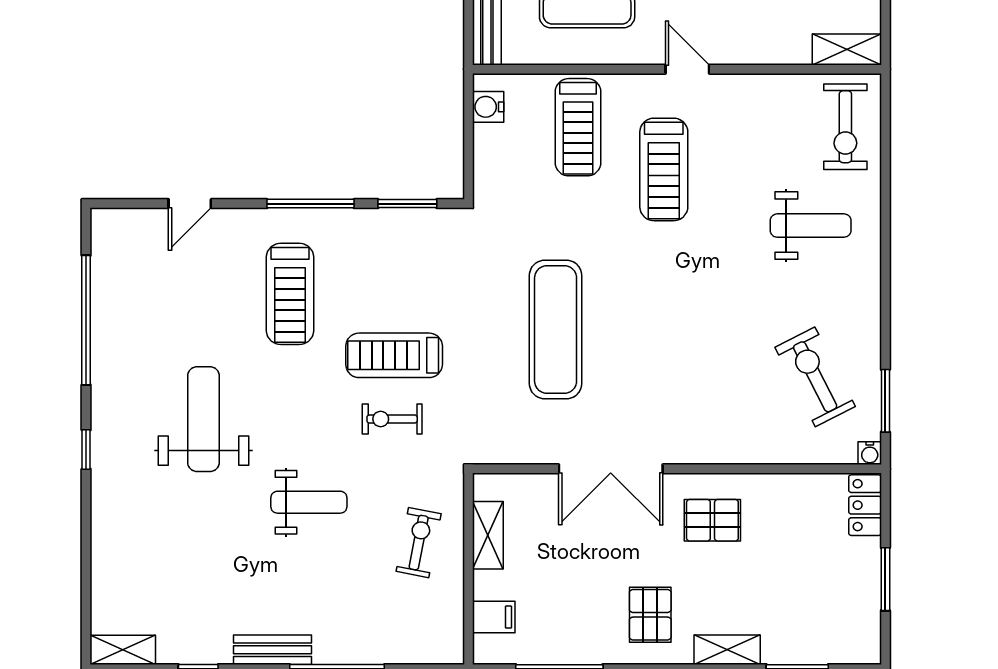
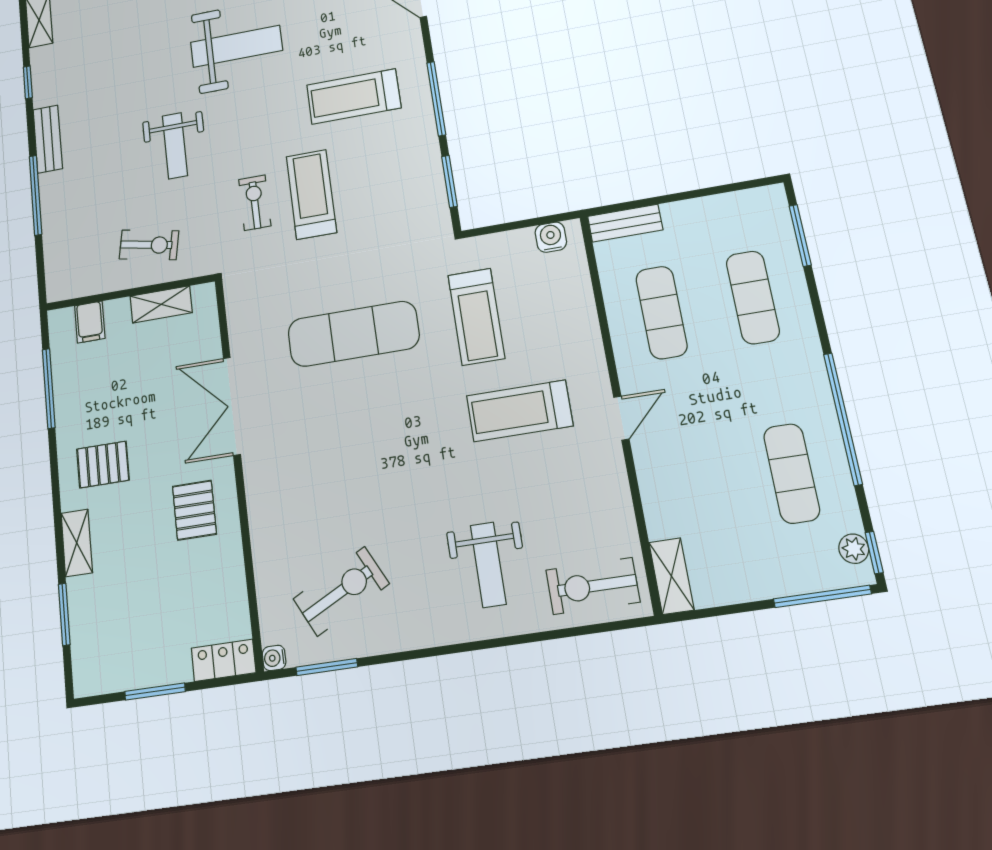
treadmill: (578, 127) -> (476, 317), moved, turned -90

